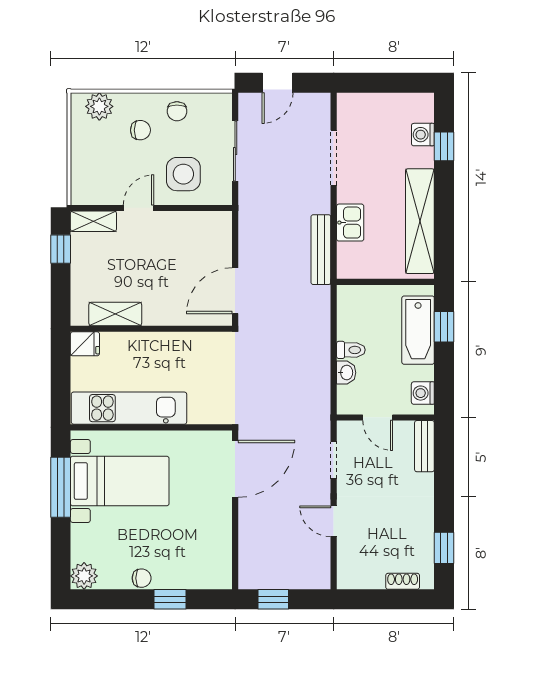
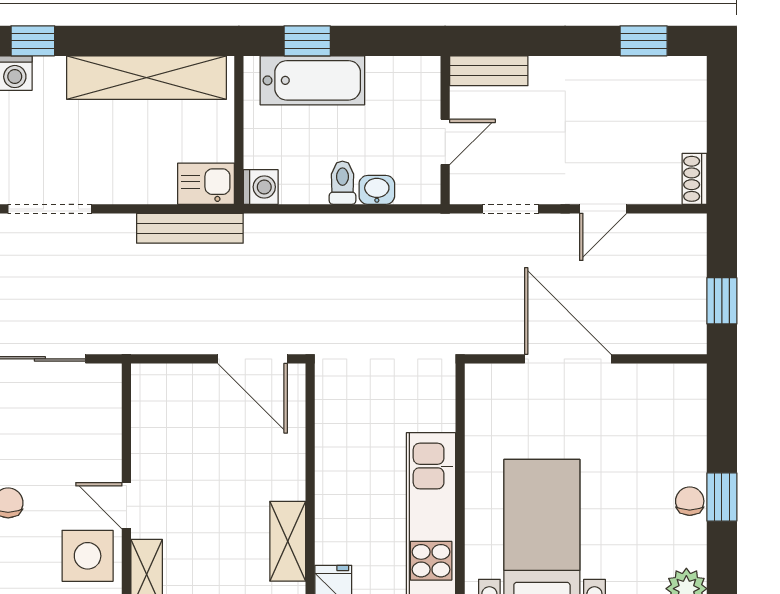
side table: (183, 174) -> (88, 556), moved
kitchen sink: (350, 223) -> (206, 184), moved
washing machine: (423, 393) -> (261, 187), moved, turned -90
door: (235, 469) -> (568, 359), moved
shoe rack: (403, 581) -> (695, 179), moved
window: (170, 599) -> (722, 497), moved

